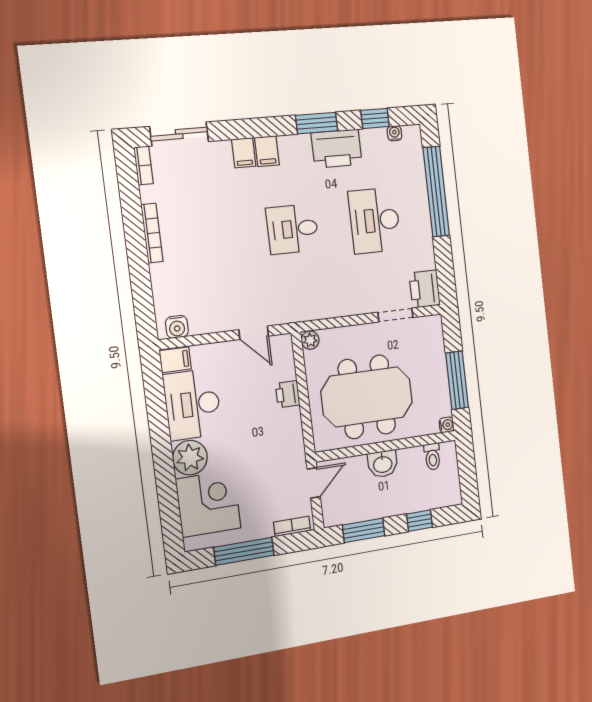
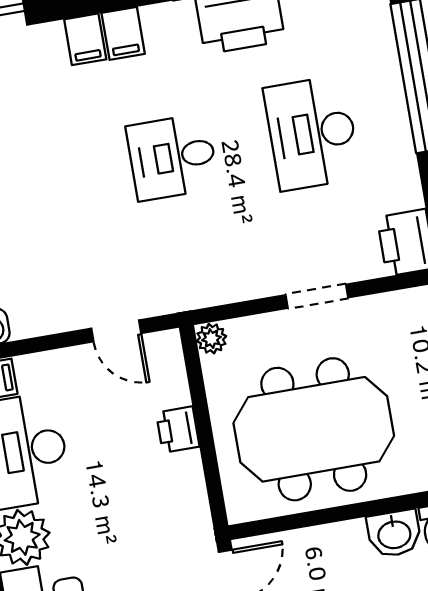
doorway: (395, 315) -> (317, 296), moved
washbasin: (383, 464) -> (394, 534), moved

